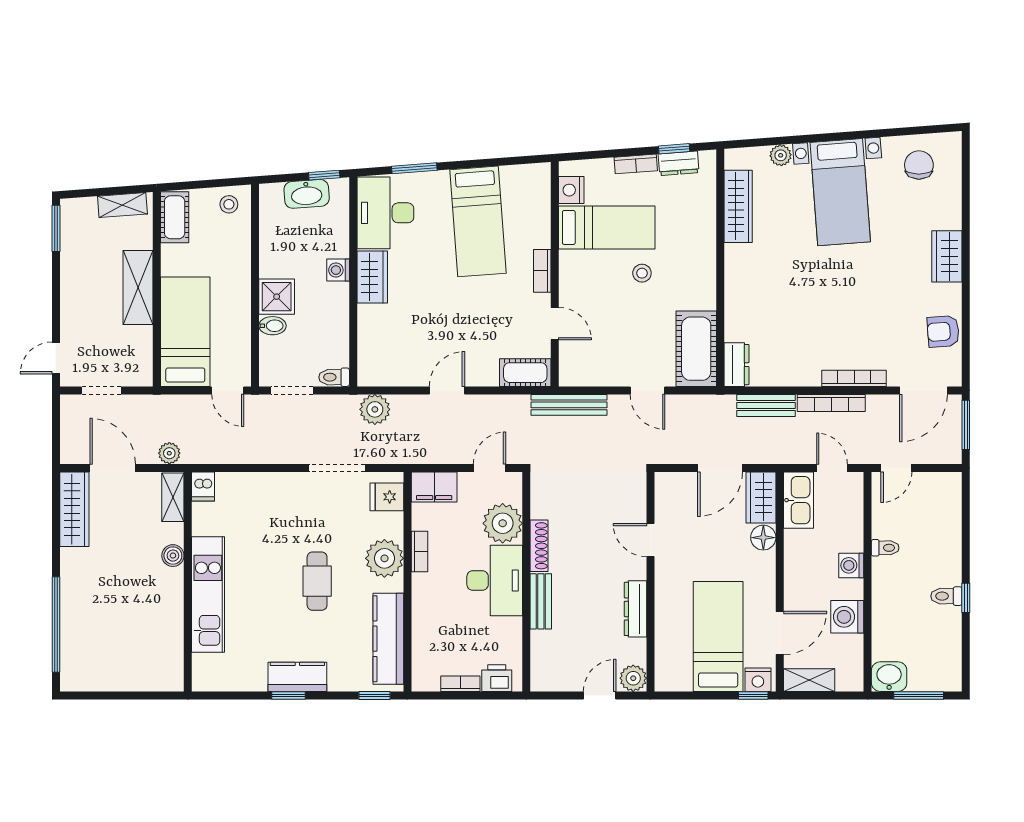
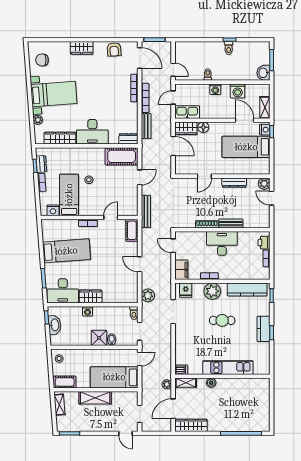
desk: (753, 281) -> (92, 132), added
plant: (503, 523) -> (197, 240), removed

